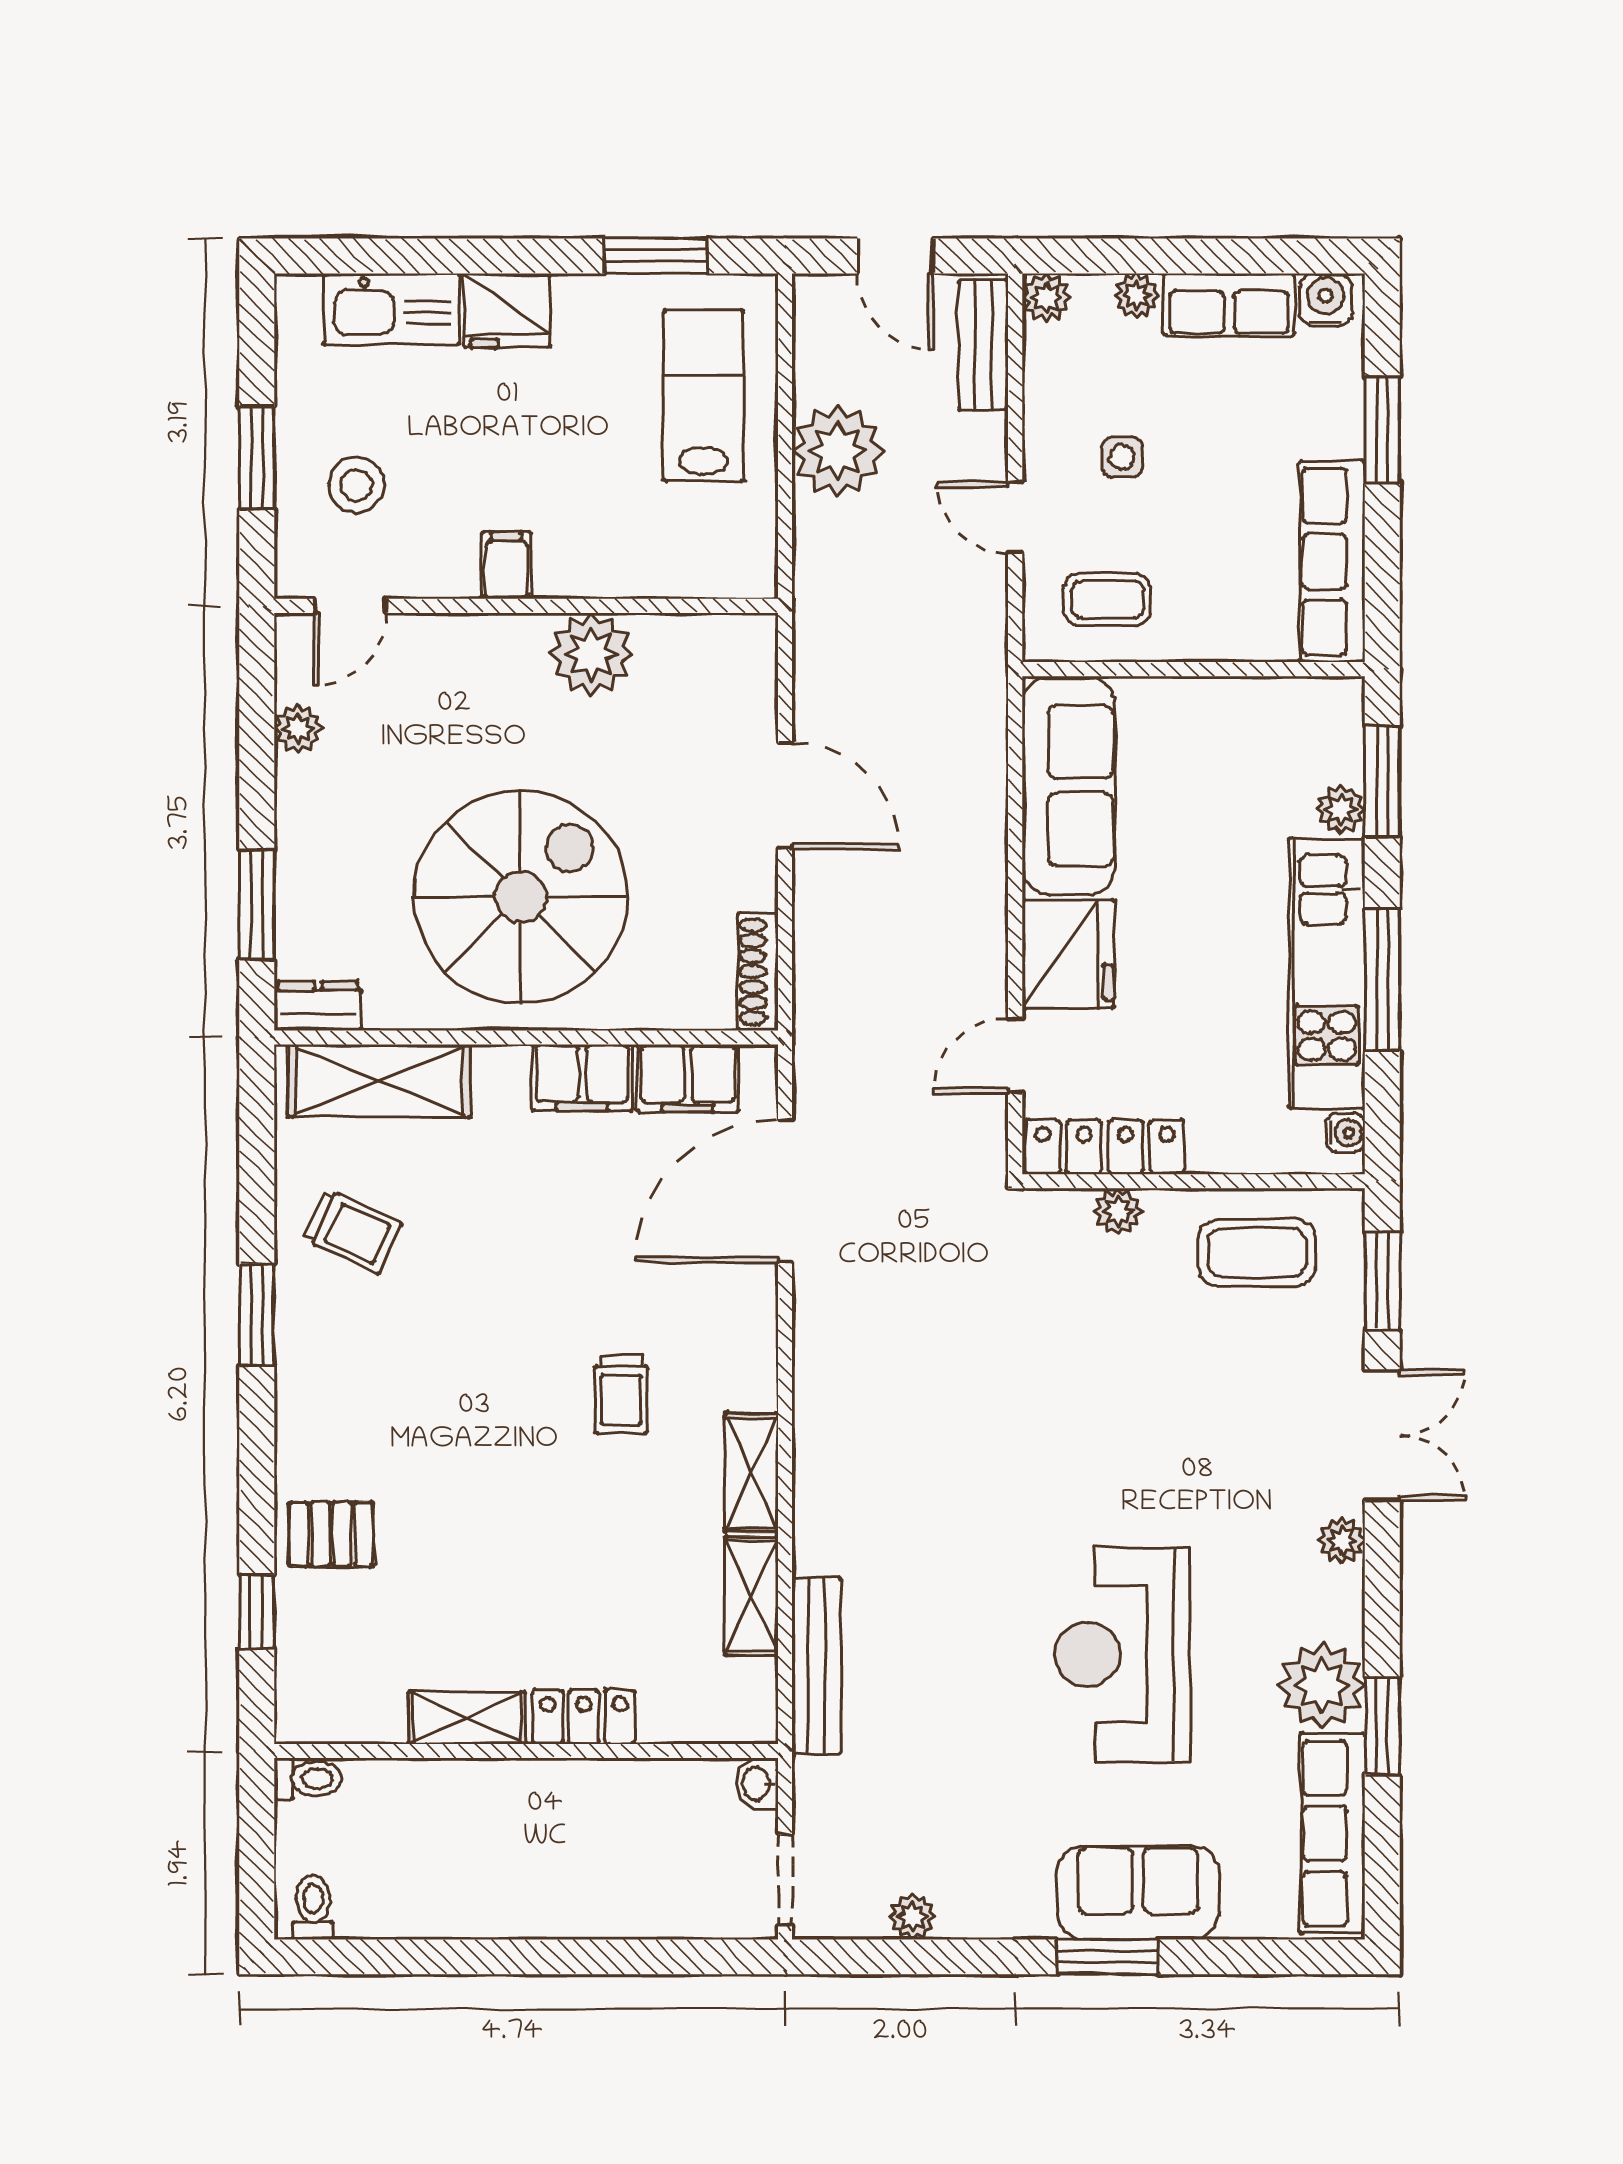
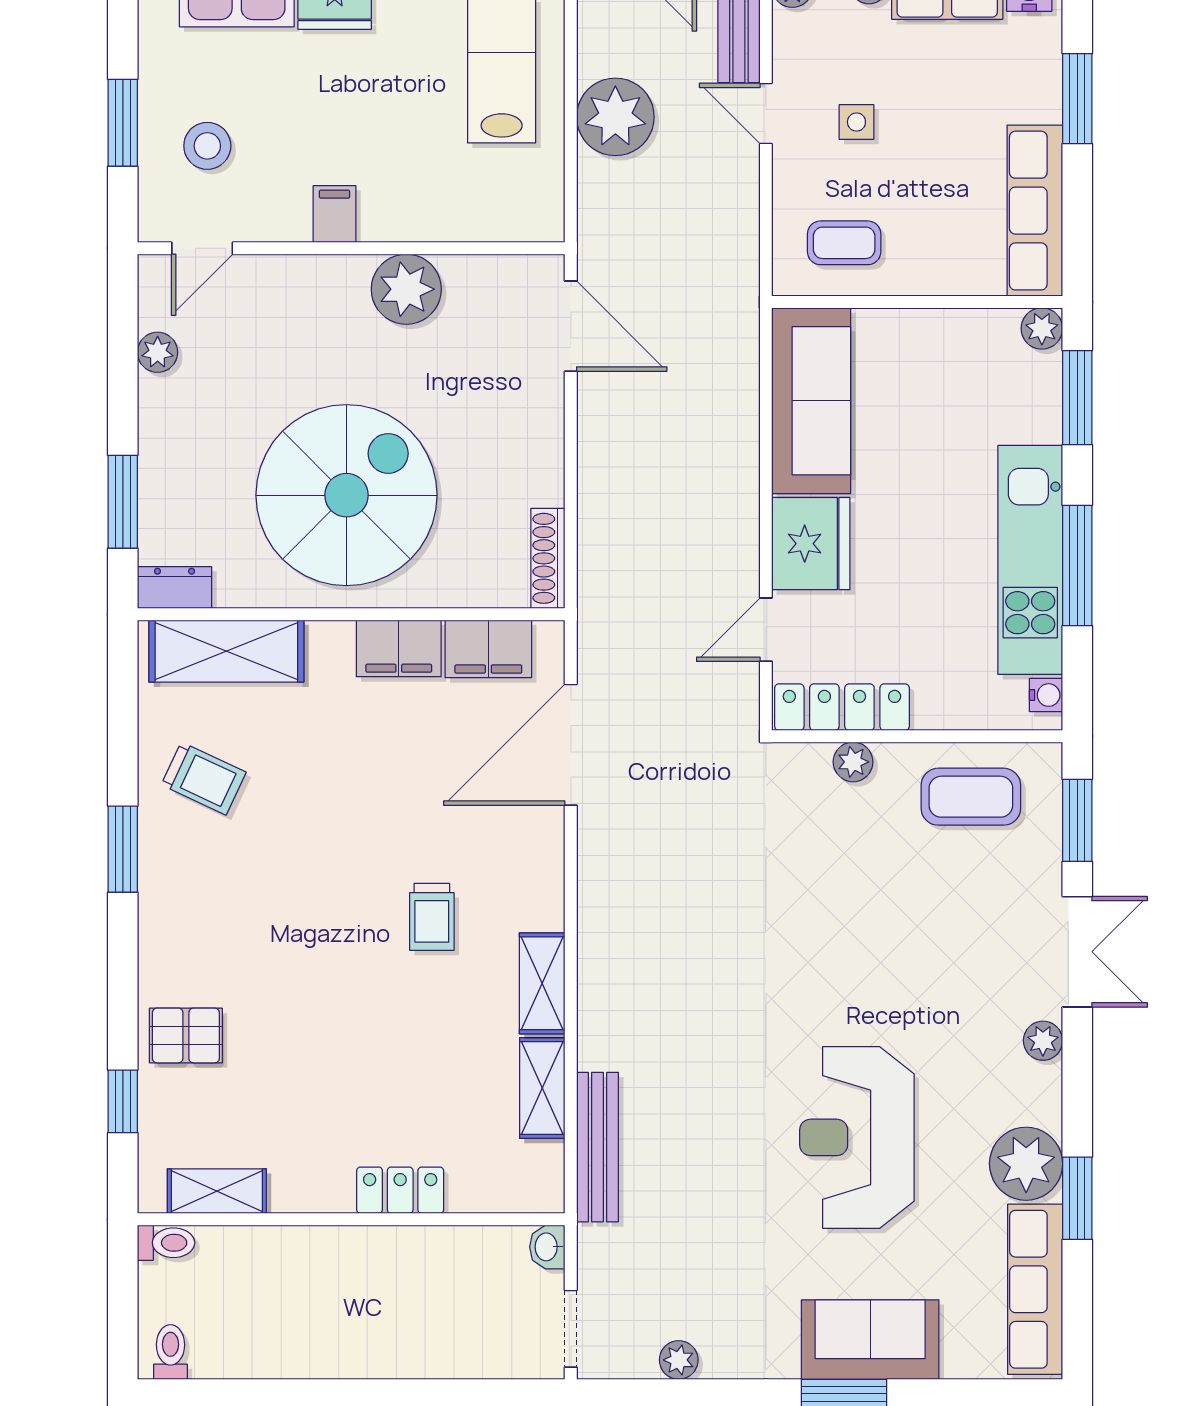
door: (1015, 517) -> (766, 114), moved
door: (785, 796) -> (571, 326), moved
plant: (1341, 809) -> (1042, 329), moved
shelving: (467, 1718) -> (217, 1191), moved

